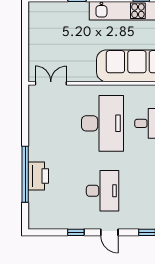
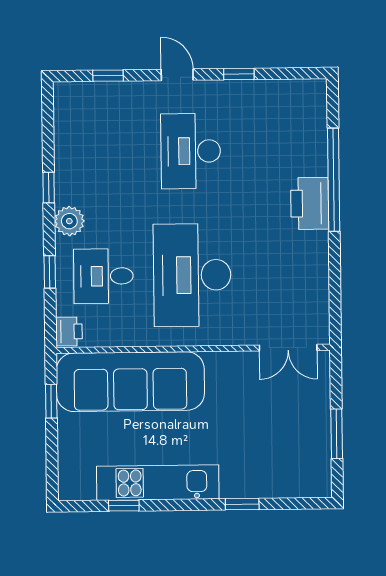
window: (25, 36) -> (337, 434), added
printer: (38, 176) -> (310, 203), moved

